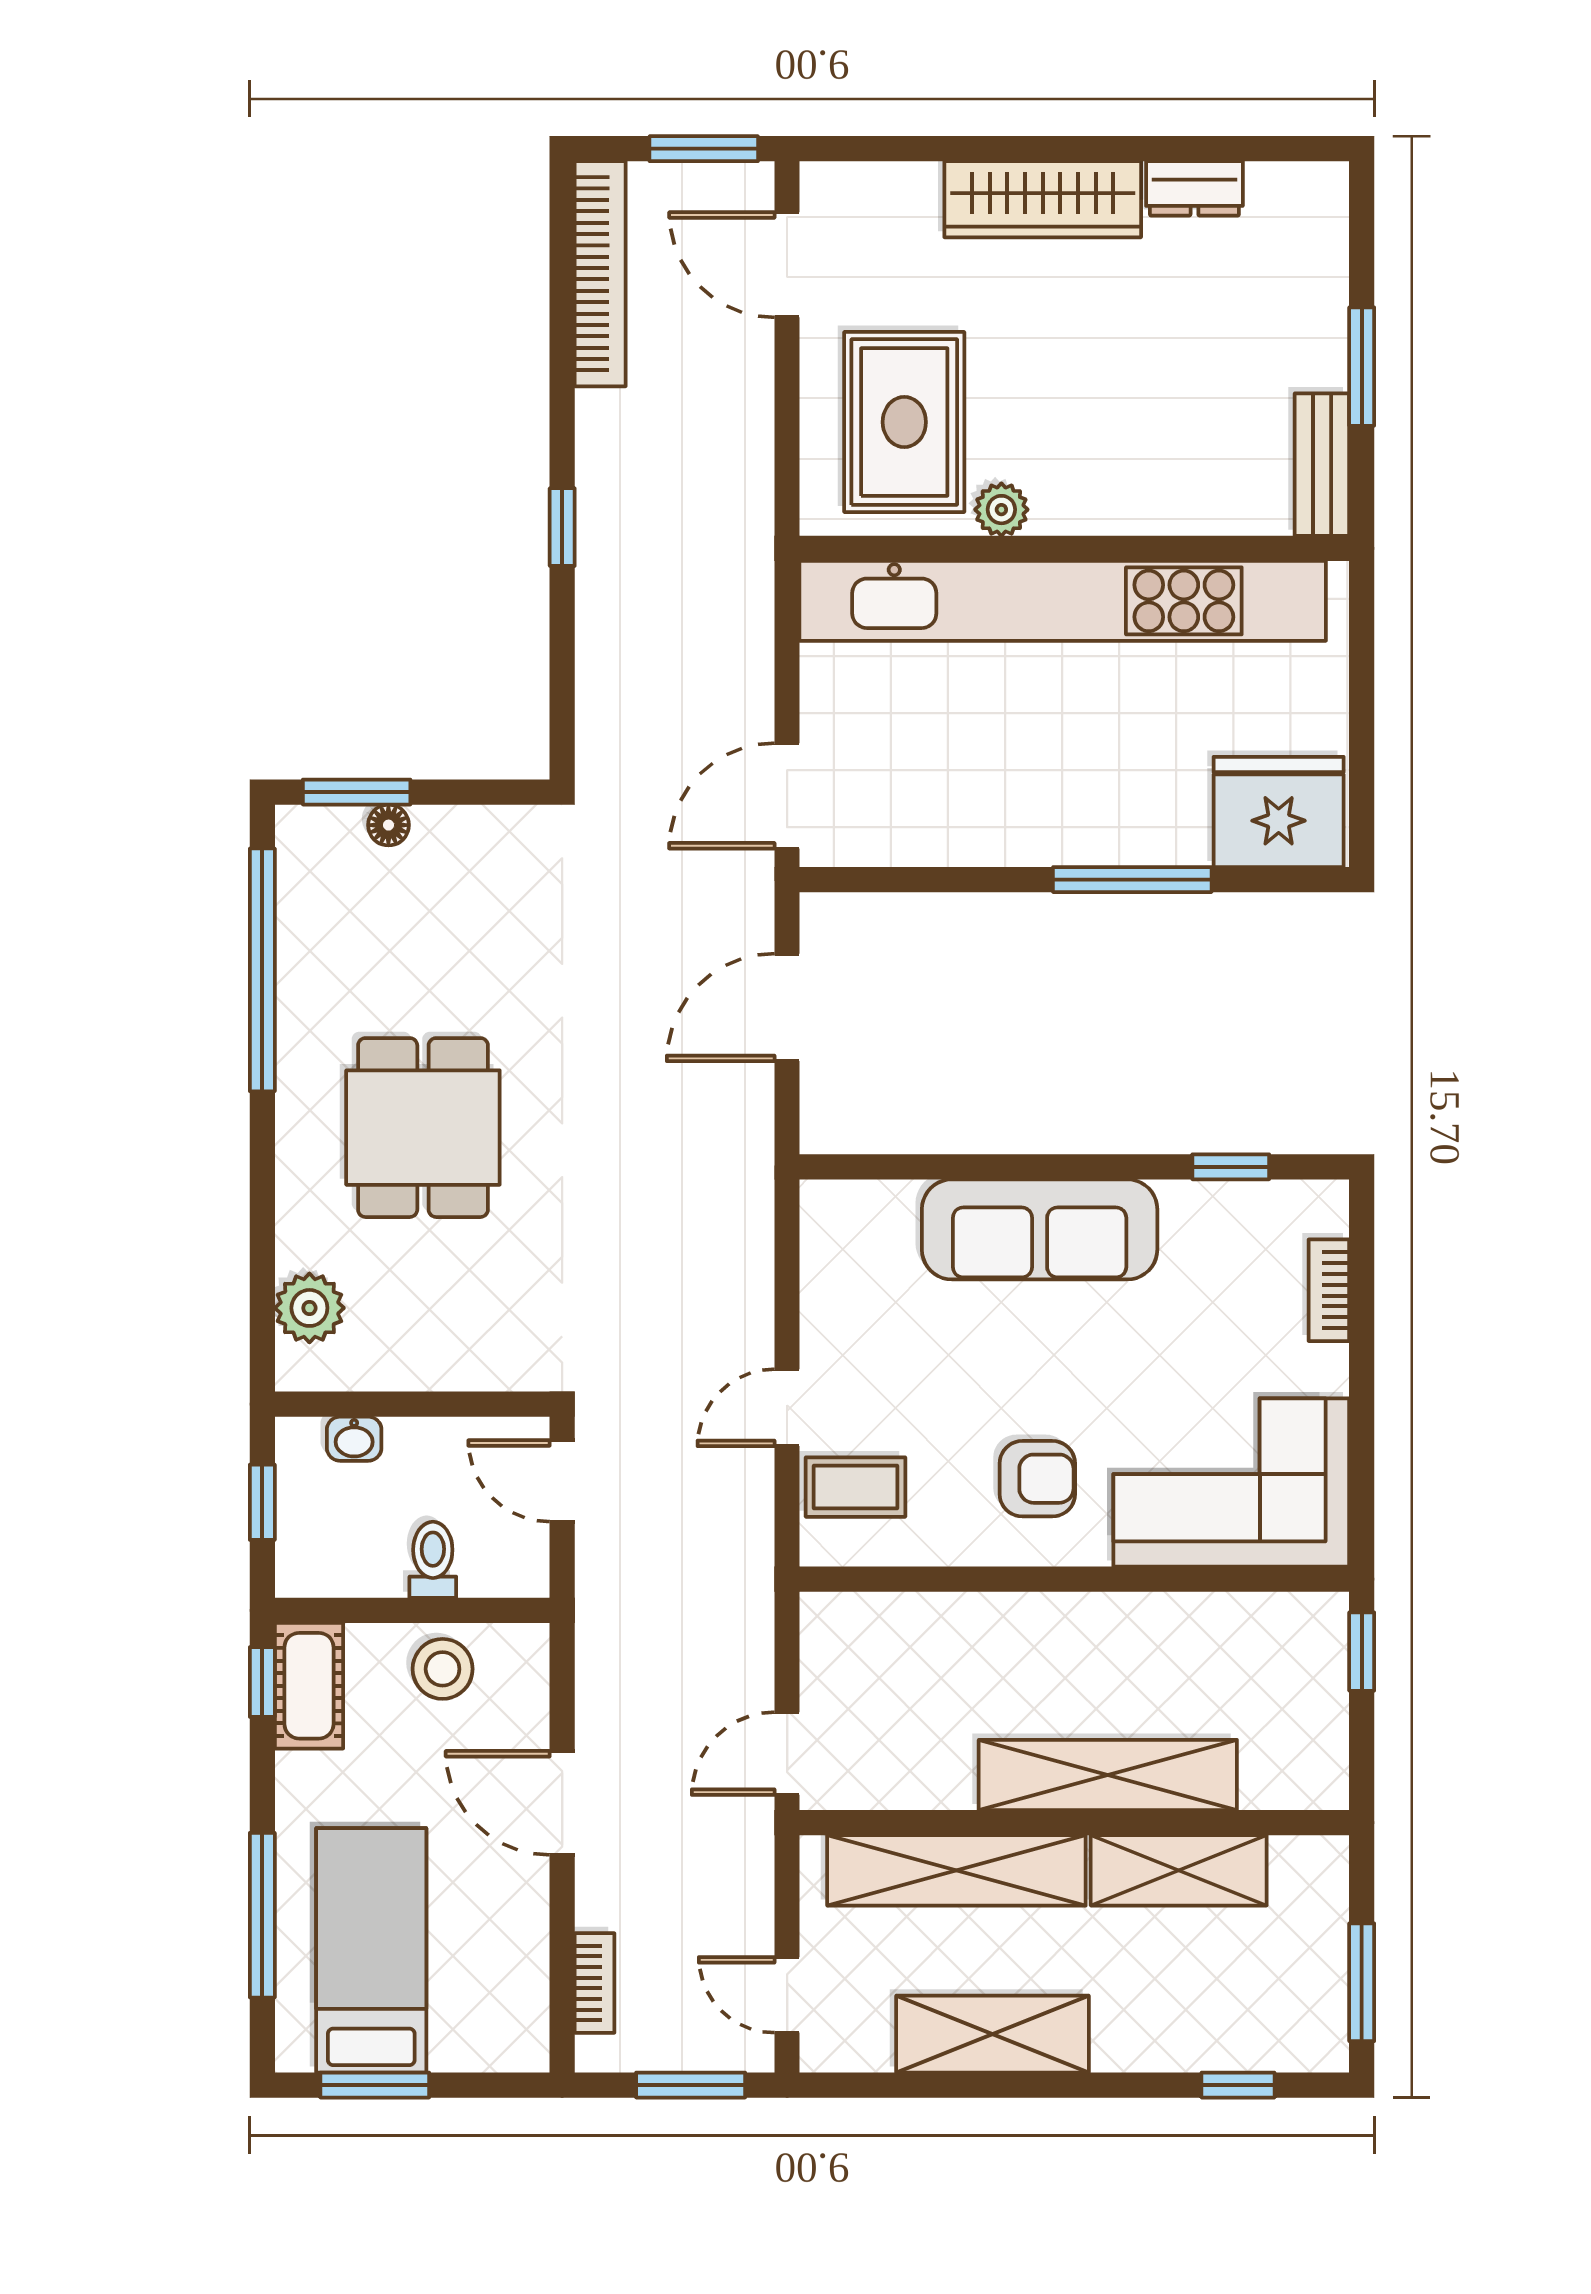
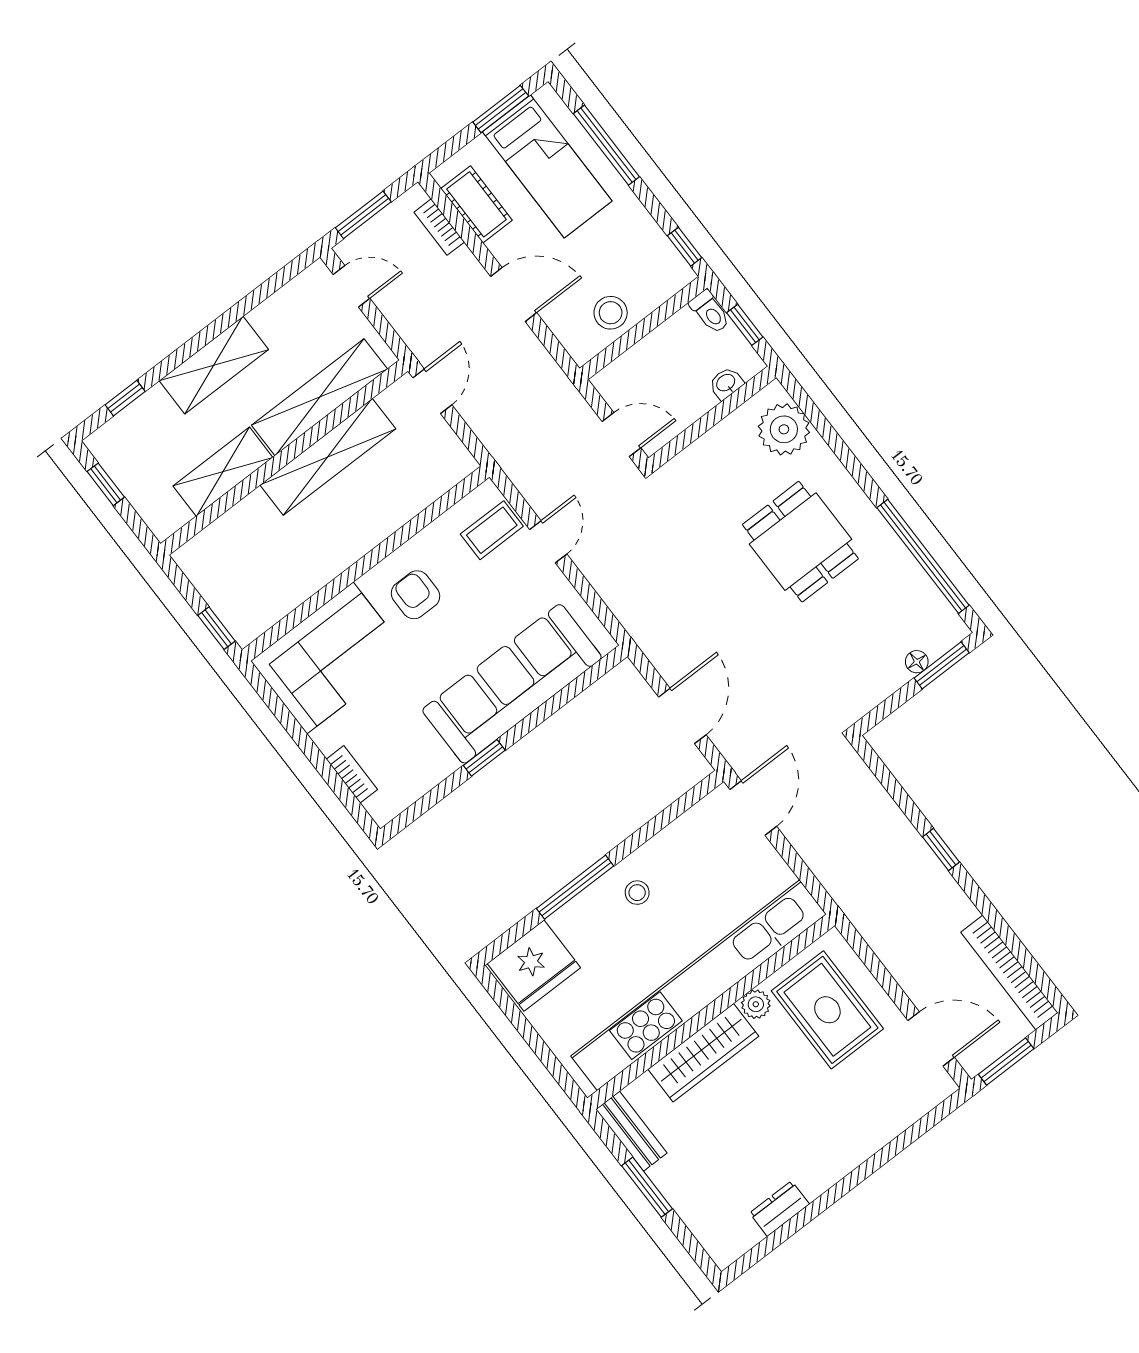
wardrobe: (1043, 199) -> (703, 1053), moved, turned 180
stool: (1049, 803) -> (637, 893), added
window: (1231, 1167) -> (484, 758), moved
sofa: (1040, 1229) -> (512, 684), width x1.36, depth x1.27
plant: (309, 1308) -> (784, 429), width x1.36, depth x1.36
armchair: (1037, 1479) -> (416, 595), turned 90
toilet: (433, 1560) -> (710, 312), moved
cot: (309, 1686) -> (477, 204), moved
shelving: (1108, 1775) -> (328, 457), moved
window: (1362, 1982) -> (106, 484), width x0.67
shelving: (992, 2034) -> (214, 365), moved

